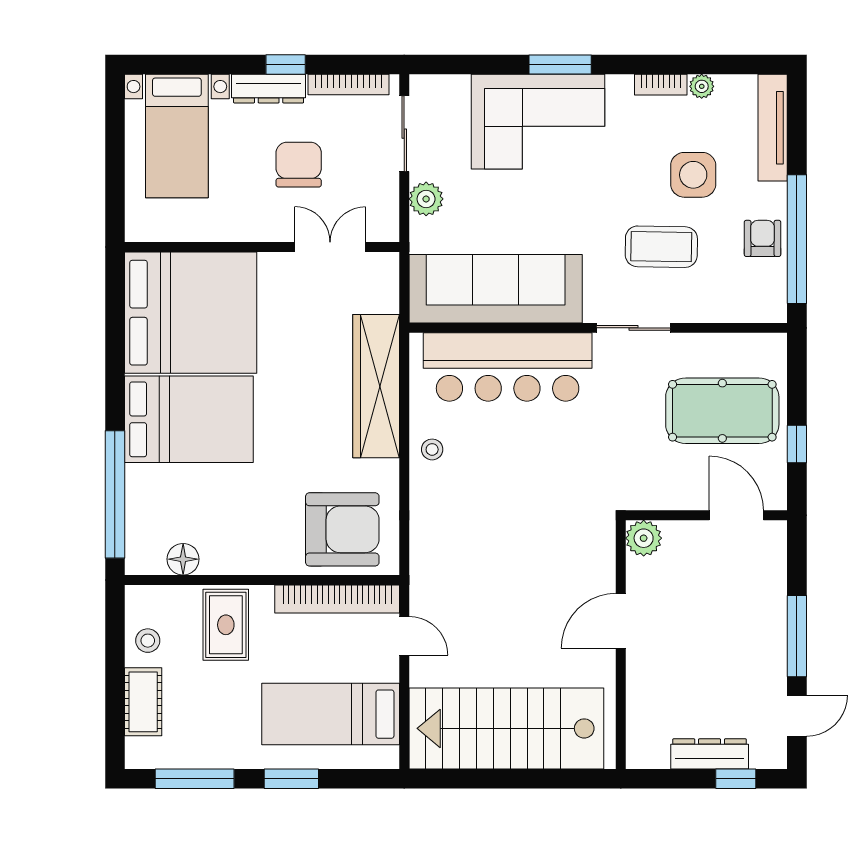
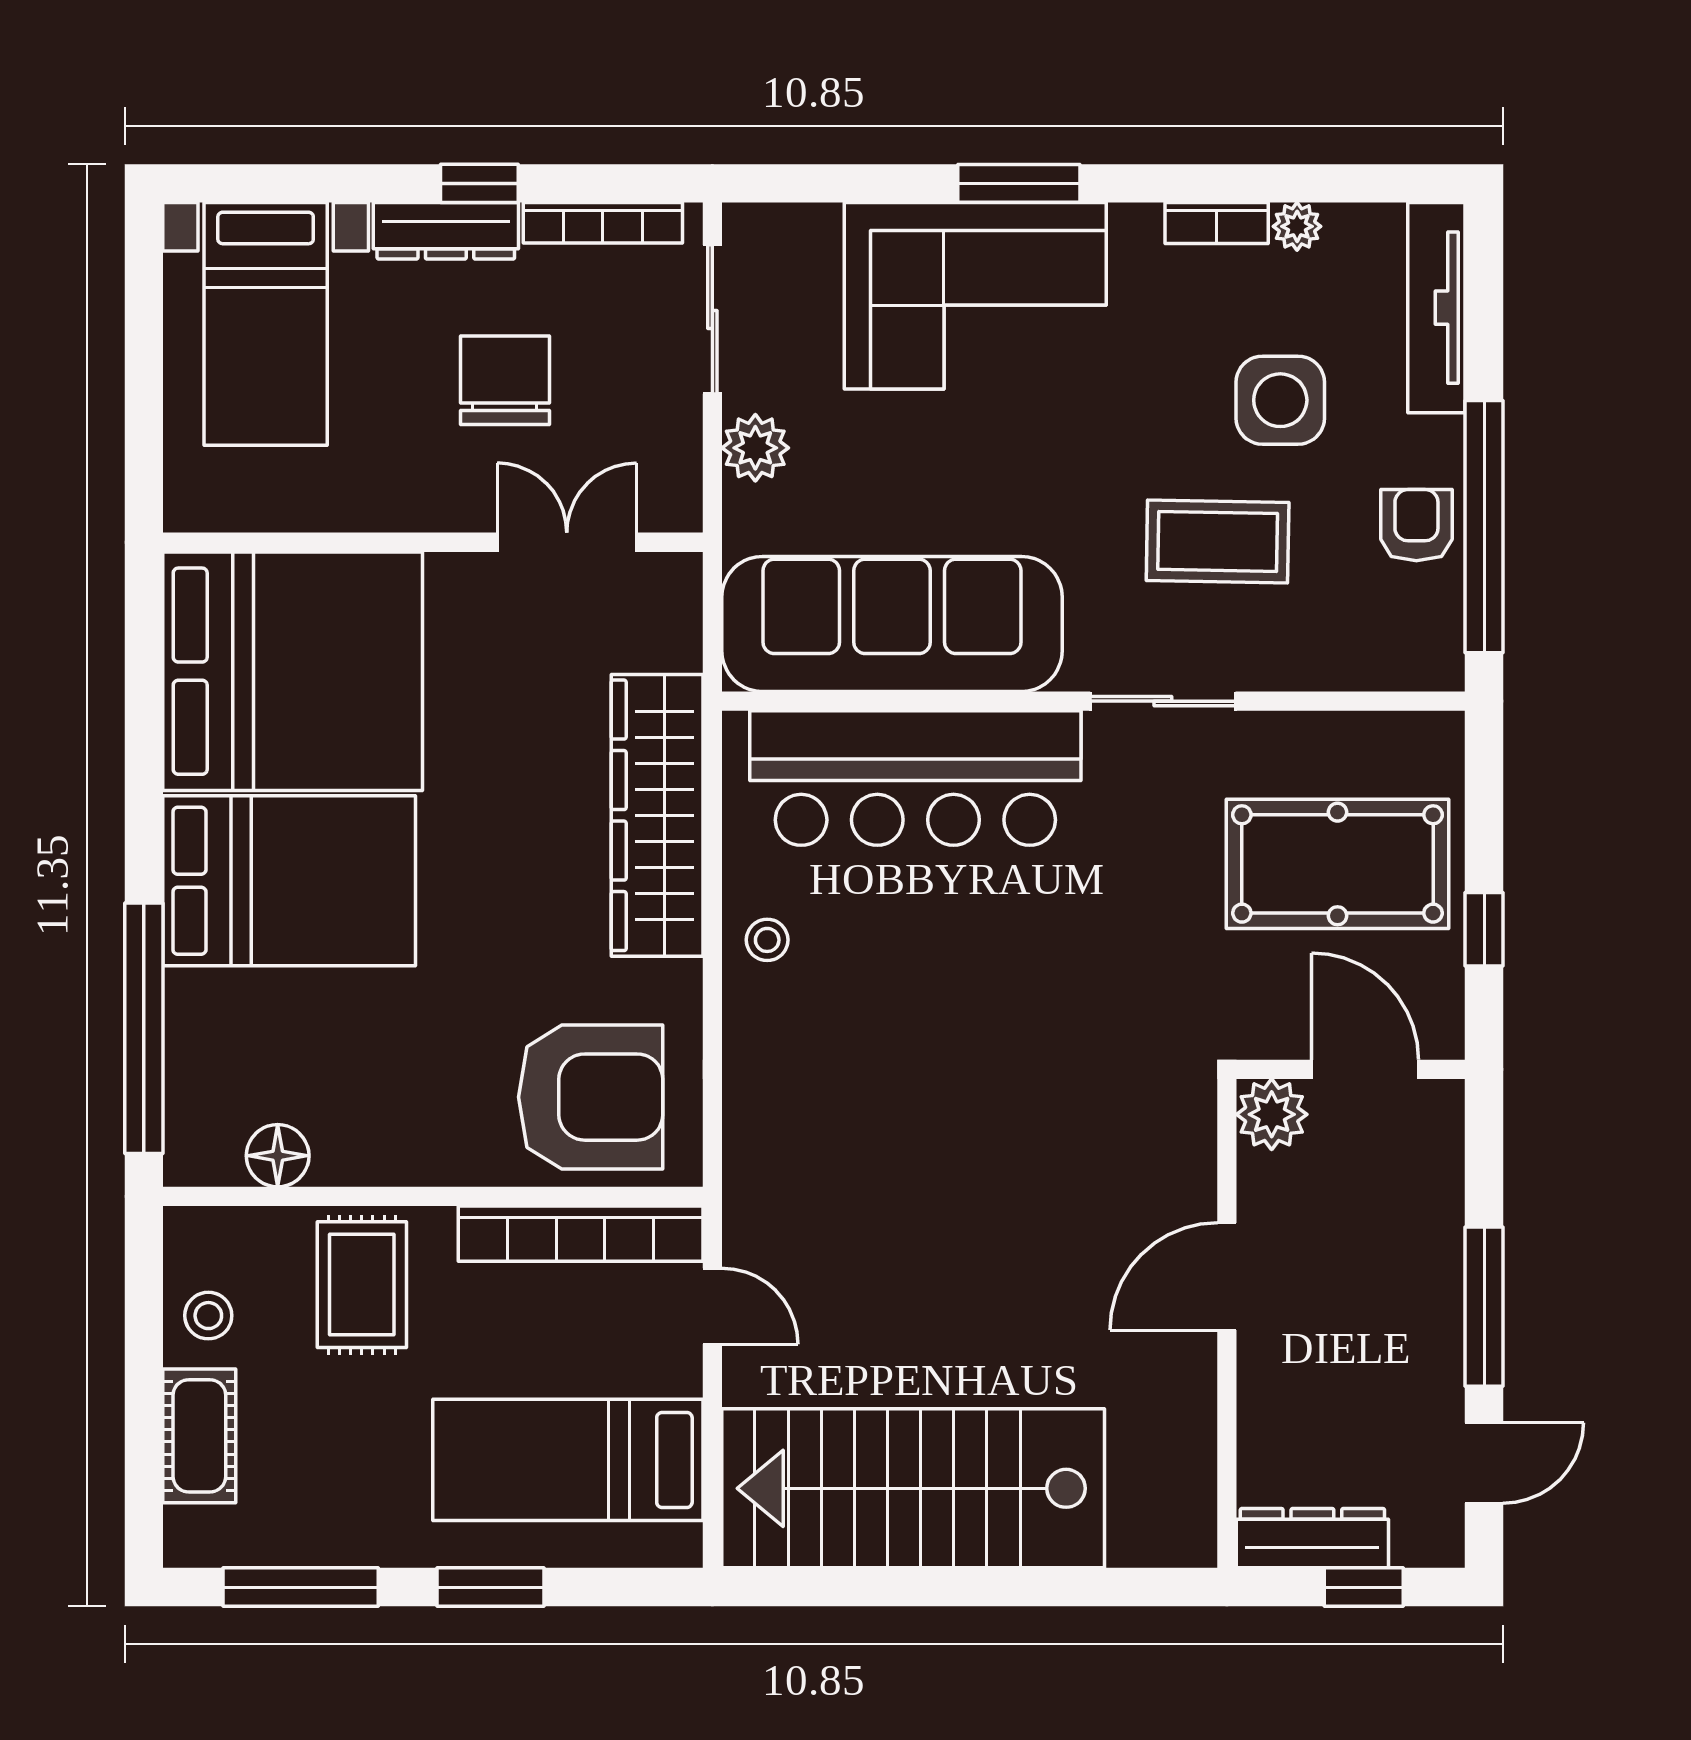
plant: (644, 538) -> (1272, 1114), moved
door: (621, 621) -> (1227, 1277), moved
wall: (621, 645) -> (1227, 1323), moved

